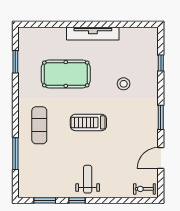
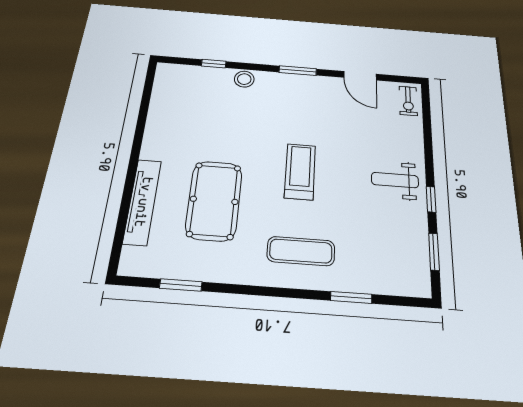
tv unit: (93, 34) -> (142, 202), moved
stool: (124, 84) -> (244, 79), moved
treadmill: (88, 122) -> (300, 171), turned 180
window: (15, 154) -> (351, 297), width x0.69

